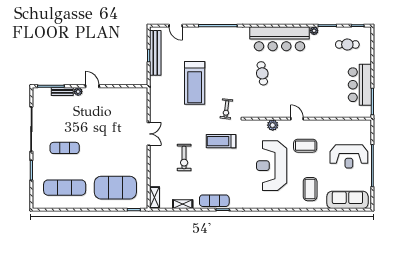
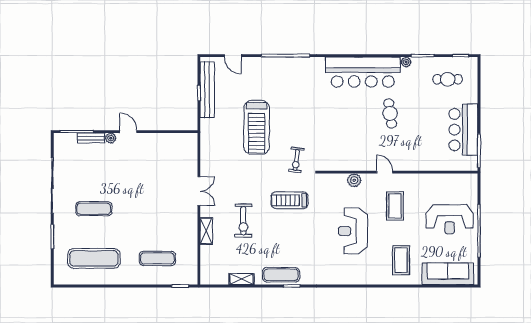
cafe table: (262, 73) -> (390, 113), moved
coffee table: (305, 146) -> (395, 206), turned 90
reception desk: (272, 166) -> (353, 231), width x0.74, depth x0.77
exercise mat: (115, 188) -> (157, 258), width x0.50, depth x0.69
shelving: (154, 197) -> (206, 231), moved

